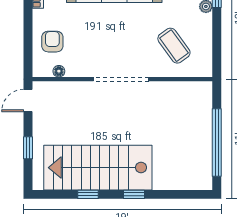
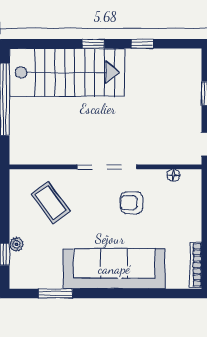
armchair: (52, 42) -> (132, 203), moved, turned 90
stairs: (98, 168) -> (67, 72), moved

